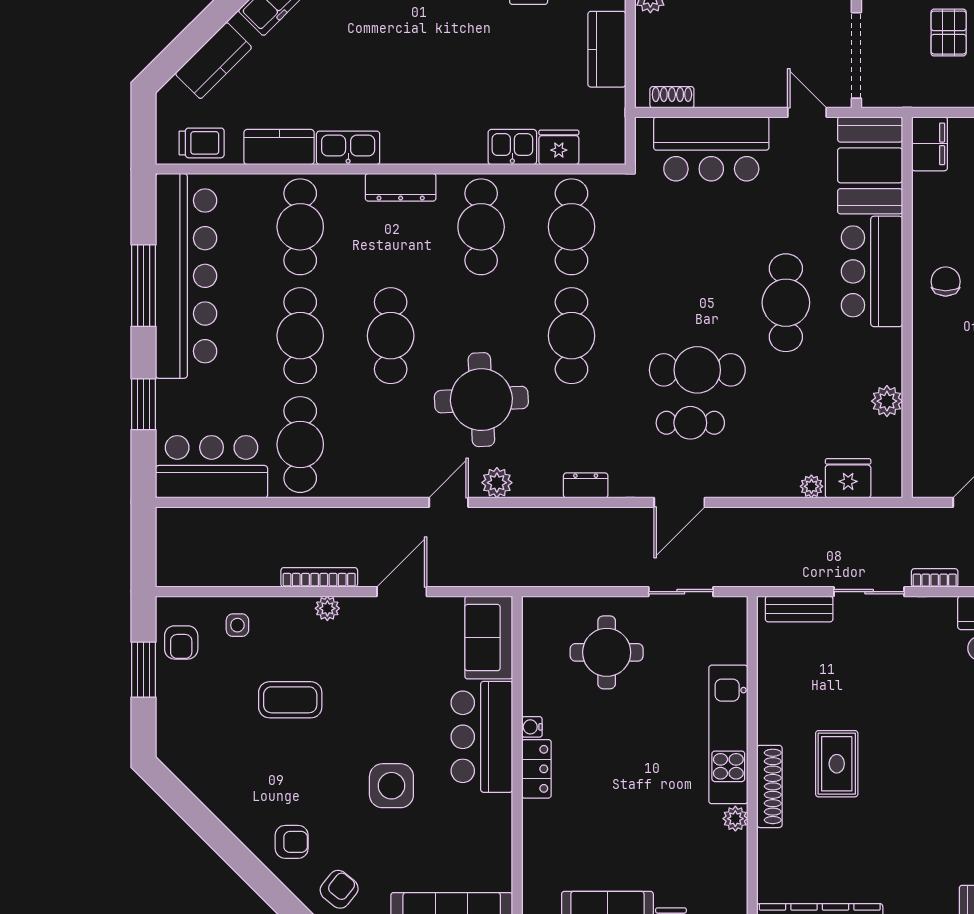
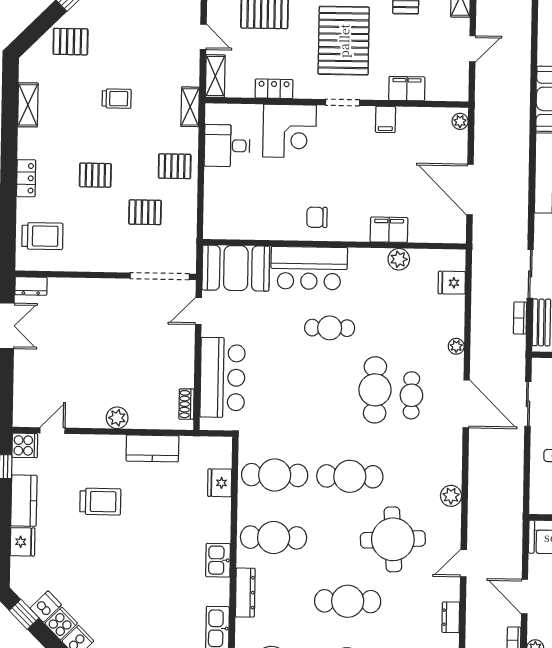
filing cabinet: (929, 144) -> (389, 230), moved
kitchen sink: (512, 147) -> (218, 560), moved
cafe table: (786, 303) -> (330, 328), width x0.73, depth x0.74
fridge: (848, 478) -> (452, 283), width x0.72
plant: (497, 483) -> (451, 496), moved
dresser: (586, 485) -> (451, 617), moved
plant: (811, 486) -> (456, 346), moved
door: (449, 502) -> (463, 563), hinge flipped
door: (679, 502) -> (466, 404), width x1.36
bookcase: (935, 578) -> (520, 318), moved

